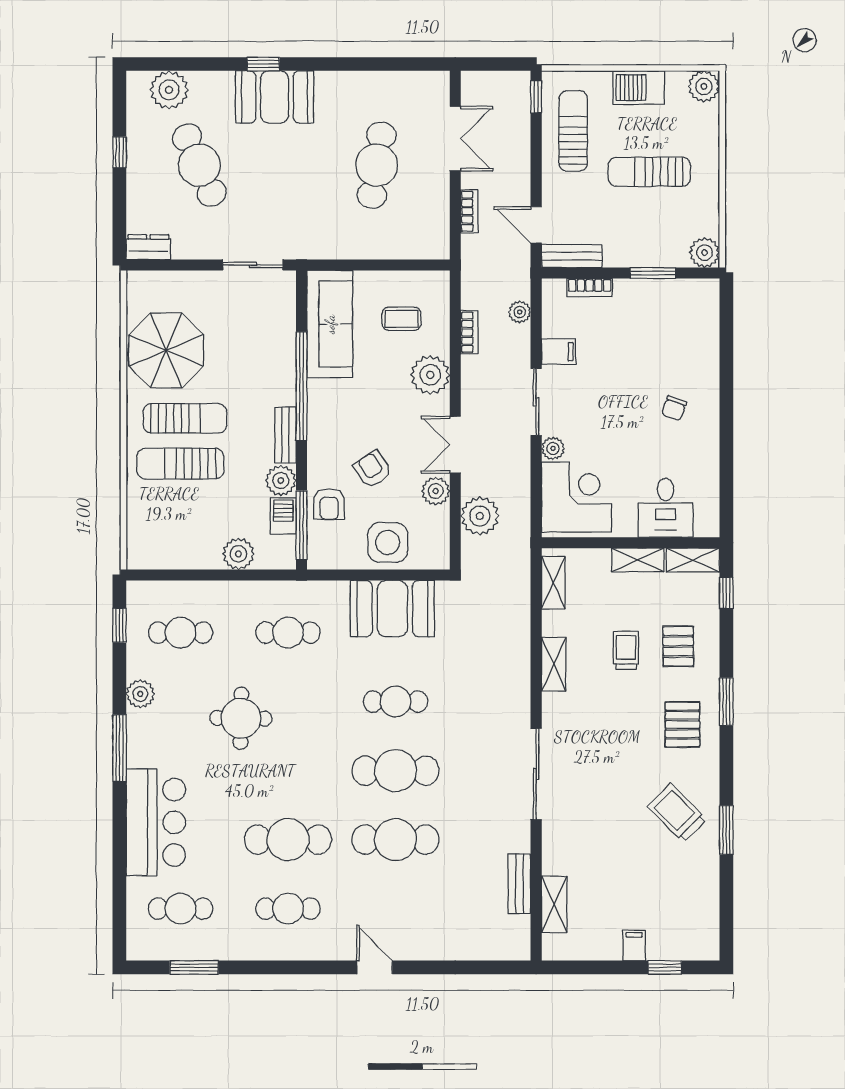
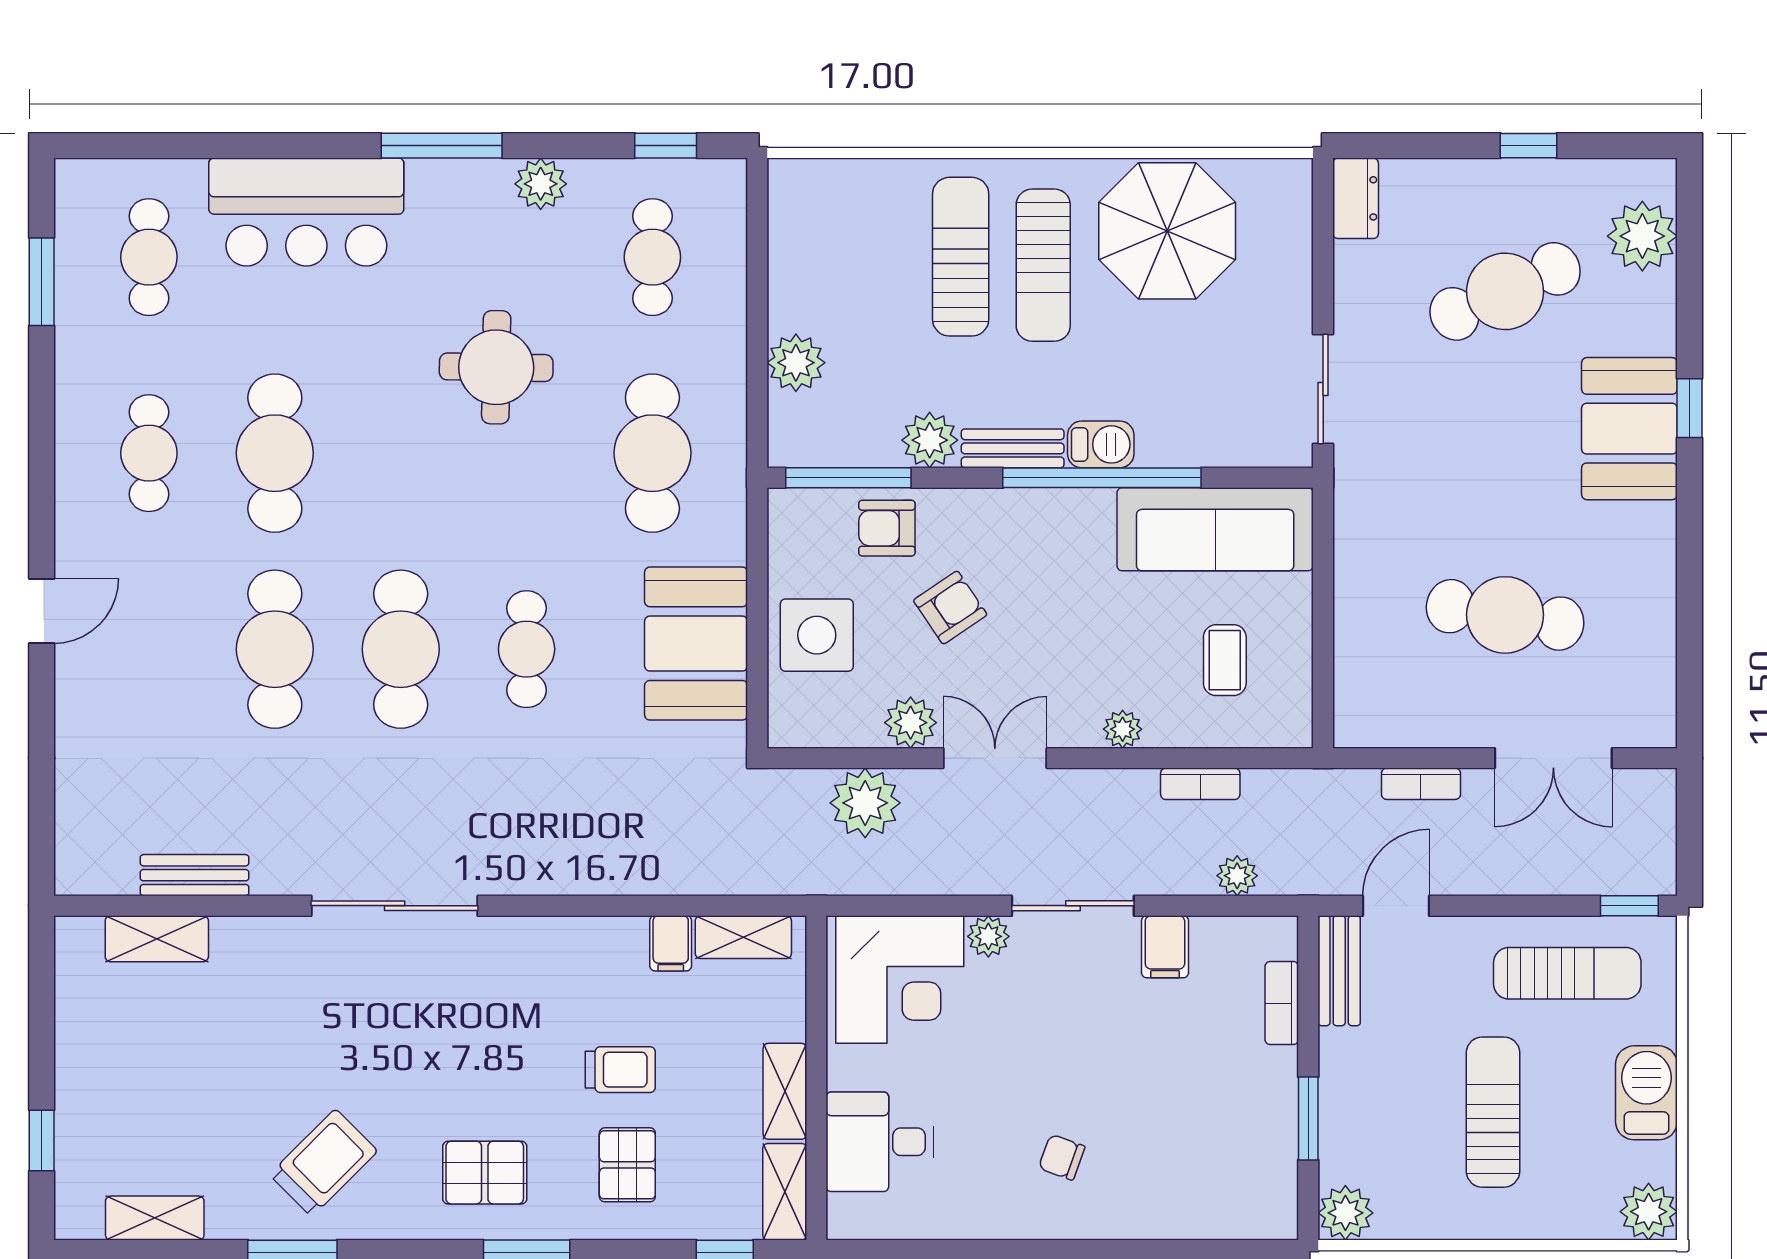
plant: (430, 375) -> (1123, 729), width x0.53, depth x0.53
barbecue: (283, 516) -> (1101, 444), moved
cafe table: (288, 633) -> (652, 453), width x1.37, depth x1.35
pallet: (678, 646) -> (627, 1165), turned 90
shelving: (554, 664) -> (155, 1218), moved
filing cabinet: (634, 946) -> (671, 943), moved, turned 90

